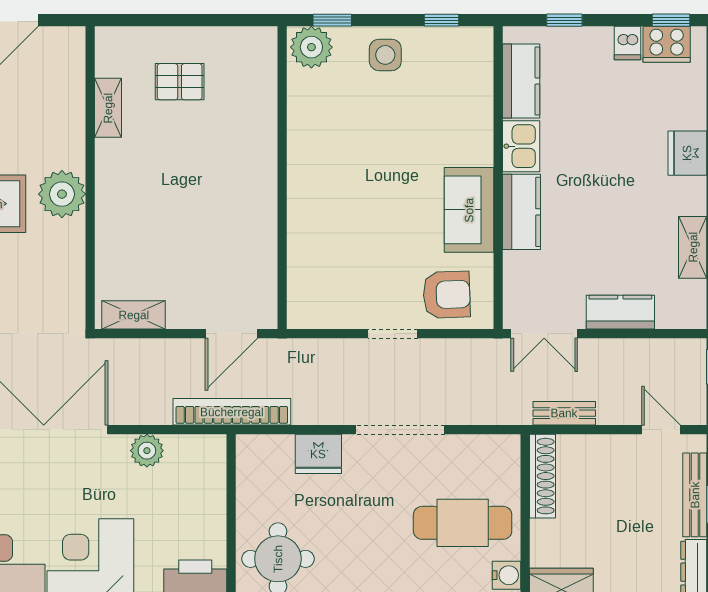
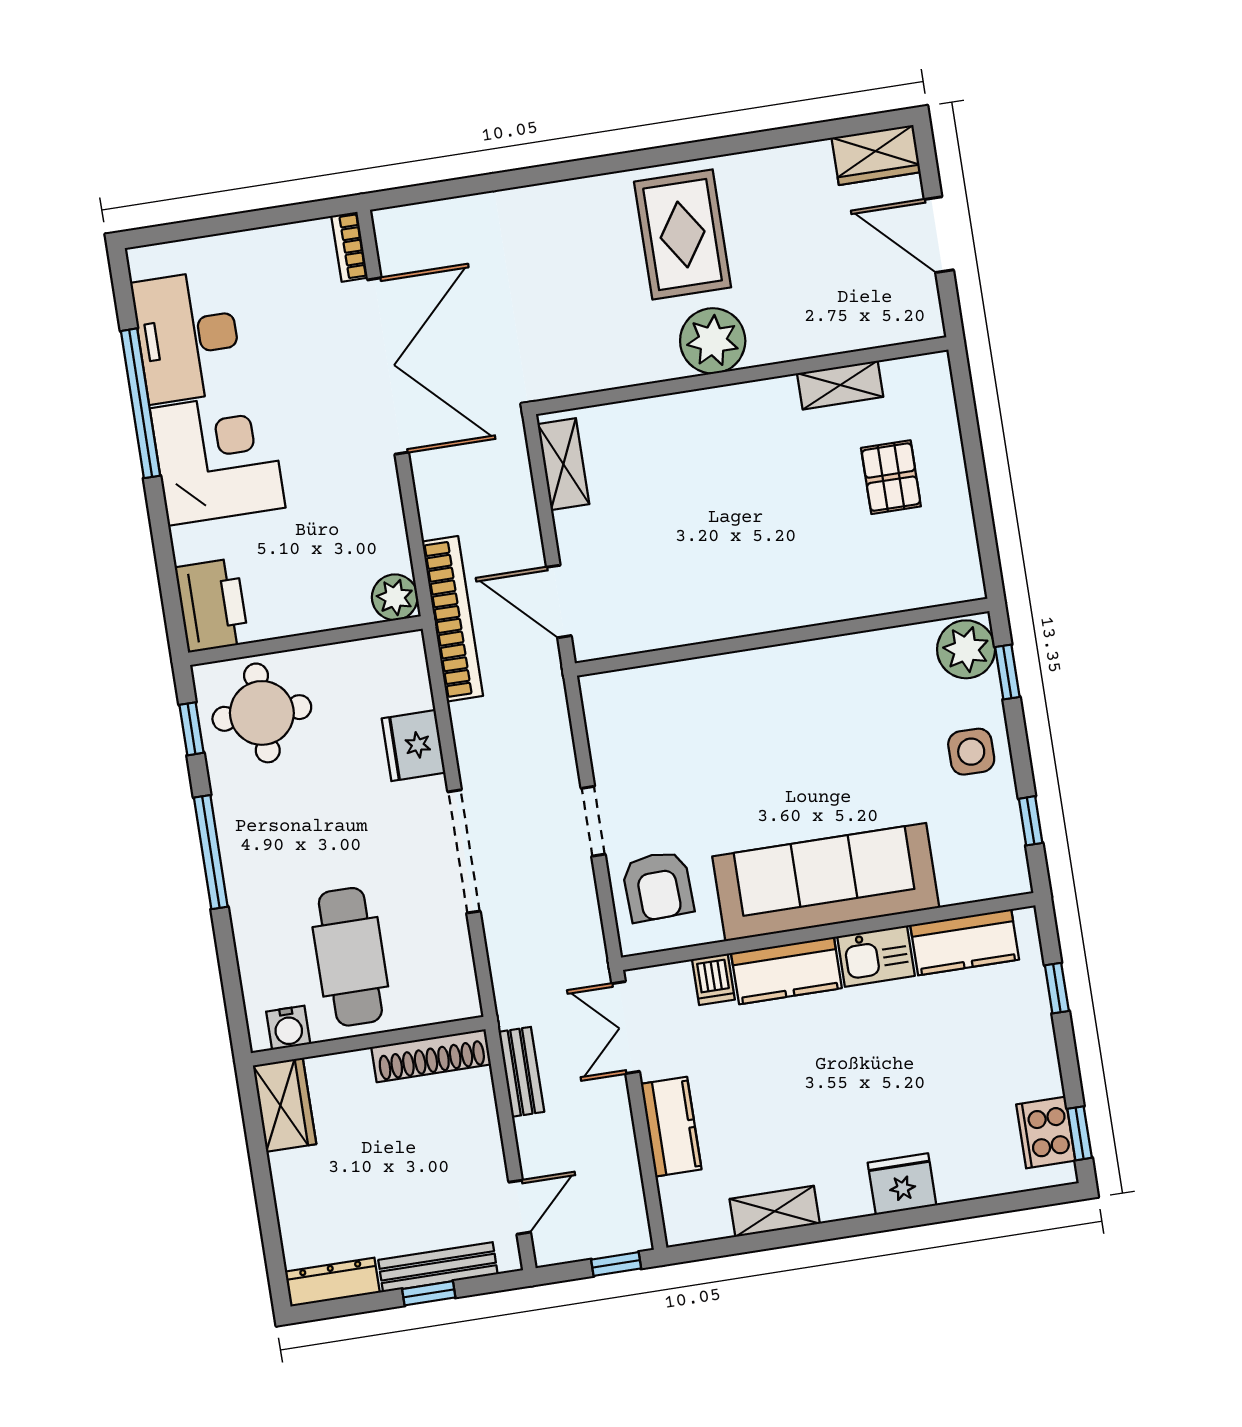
dishwasher: (628, 43) -> (713, 979), moved, turned -90
sofa: (469, 210) -> (826, 882), width x1.85, depth x1.27
plant: (147, 451) -> (395, 597), moved

